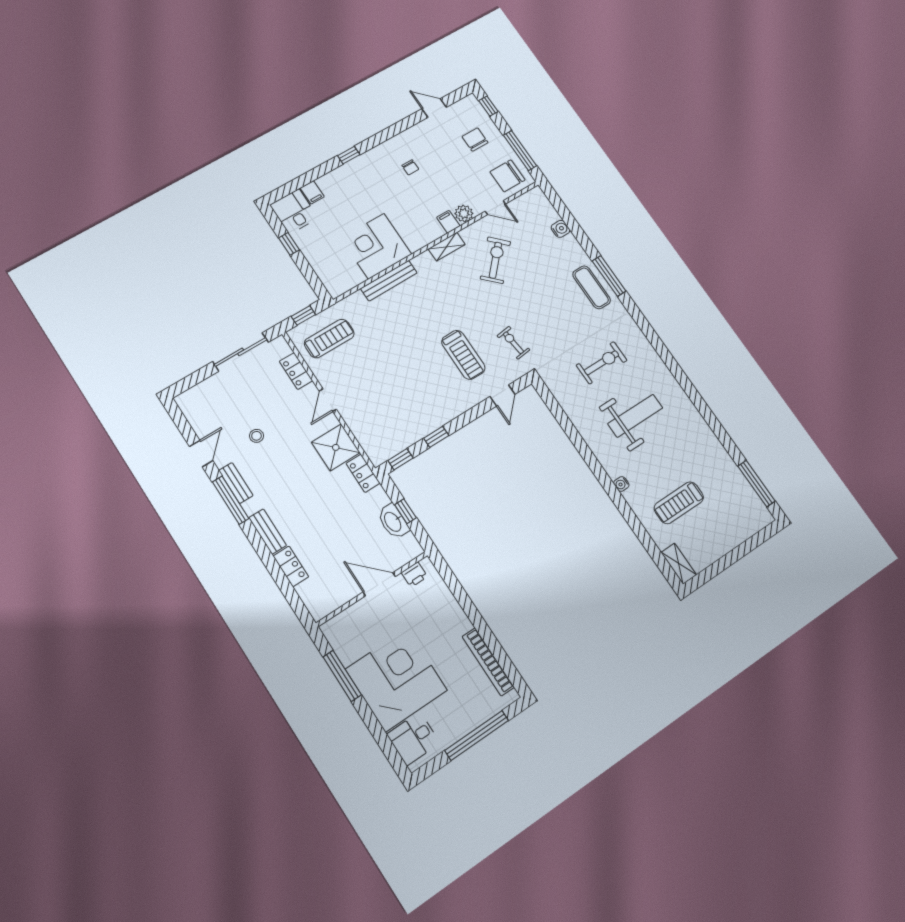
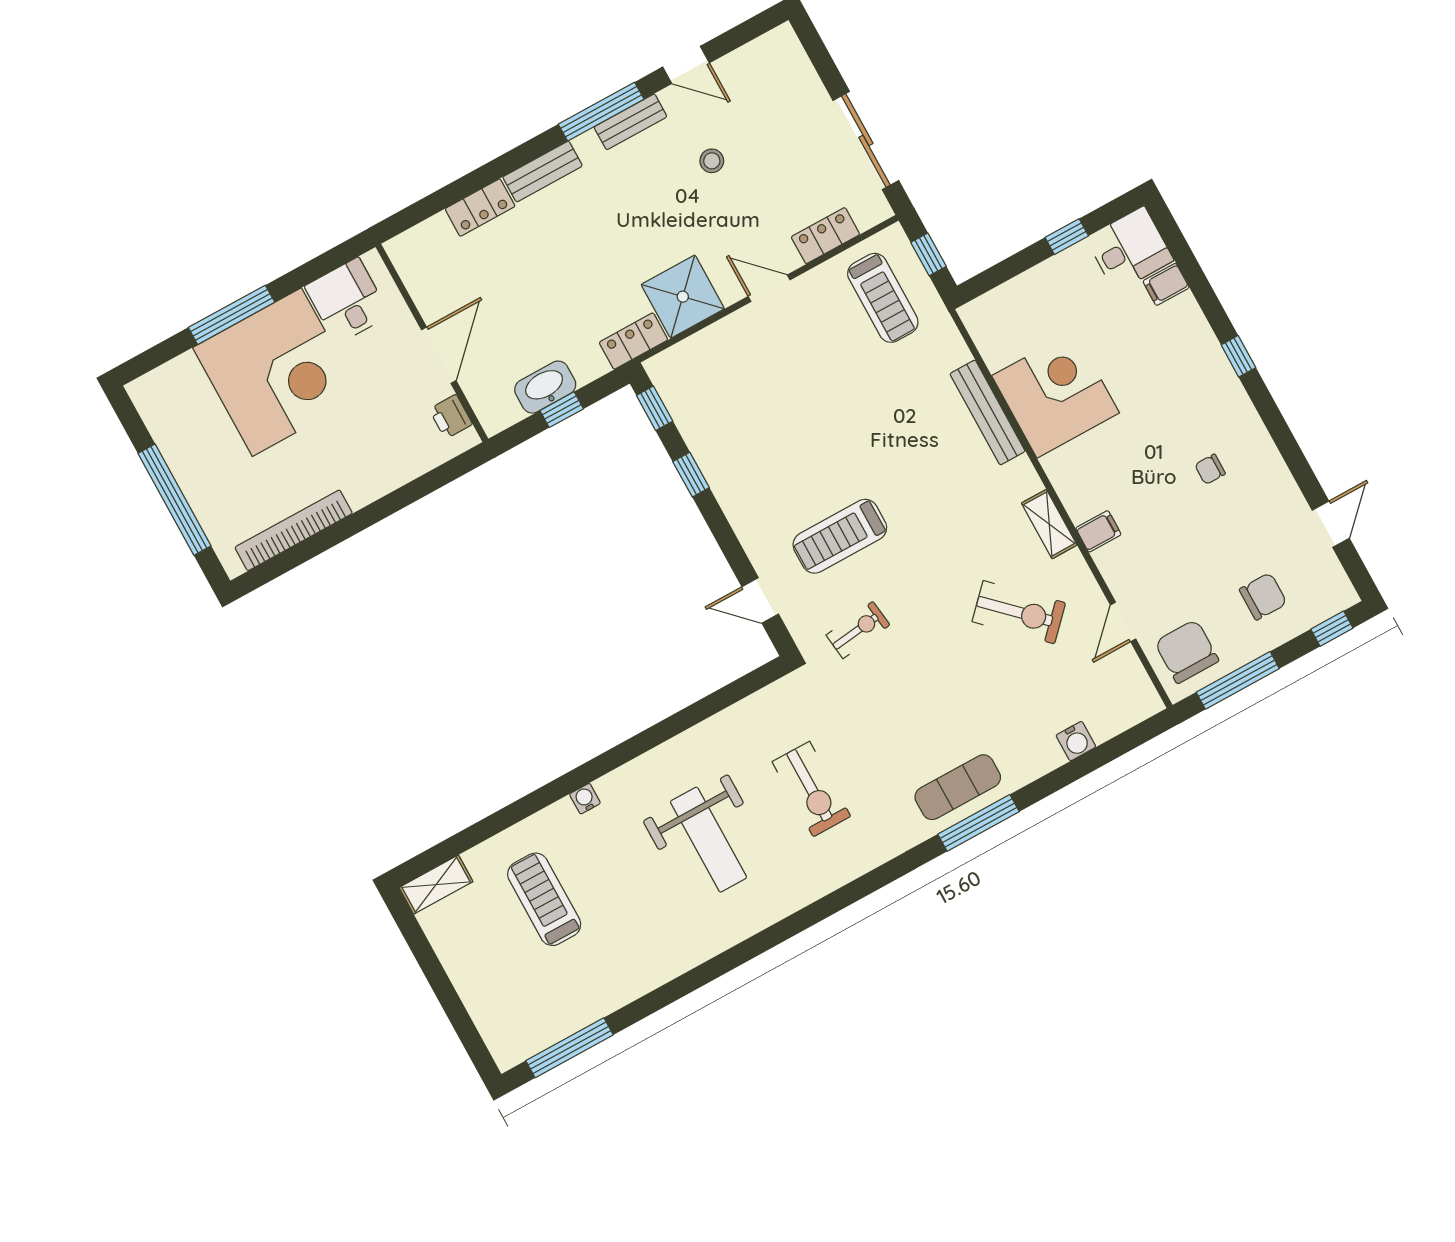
plant: (464, 214) -> (1114, 562), removed
window: (342, 676) -> (231, 315), moved
desk: (413, 738) -> (347, 301), moved

